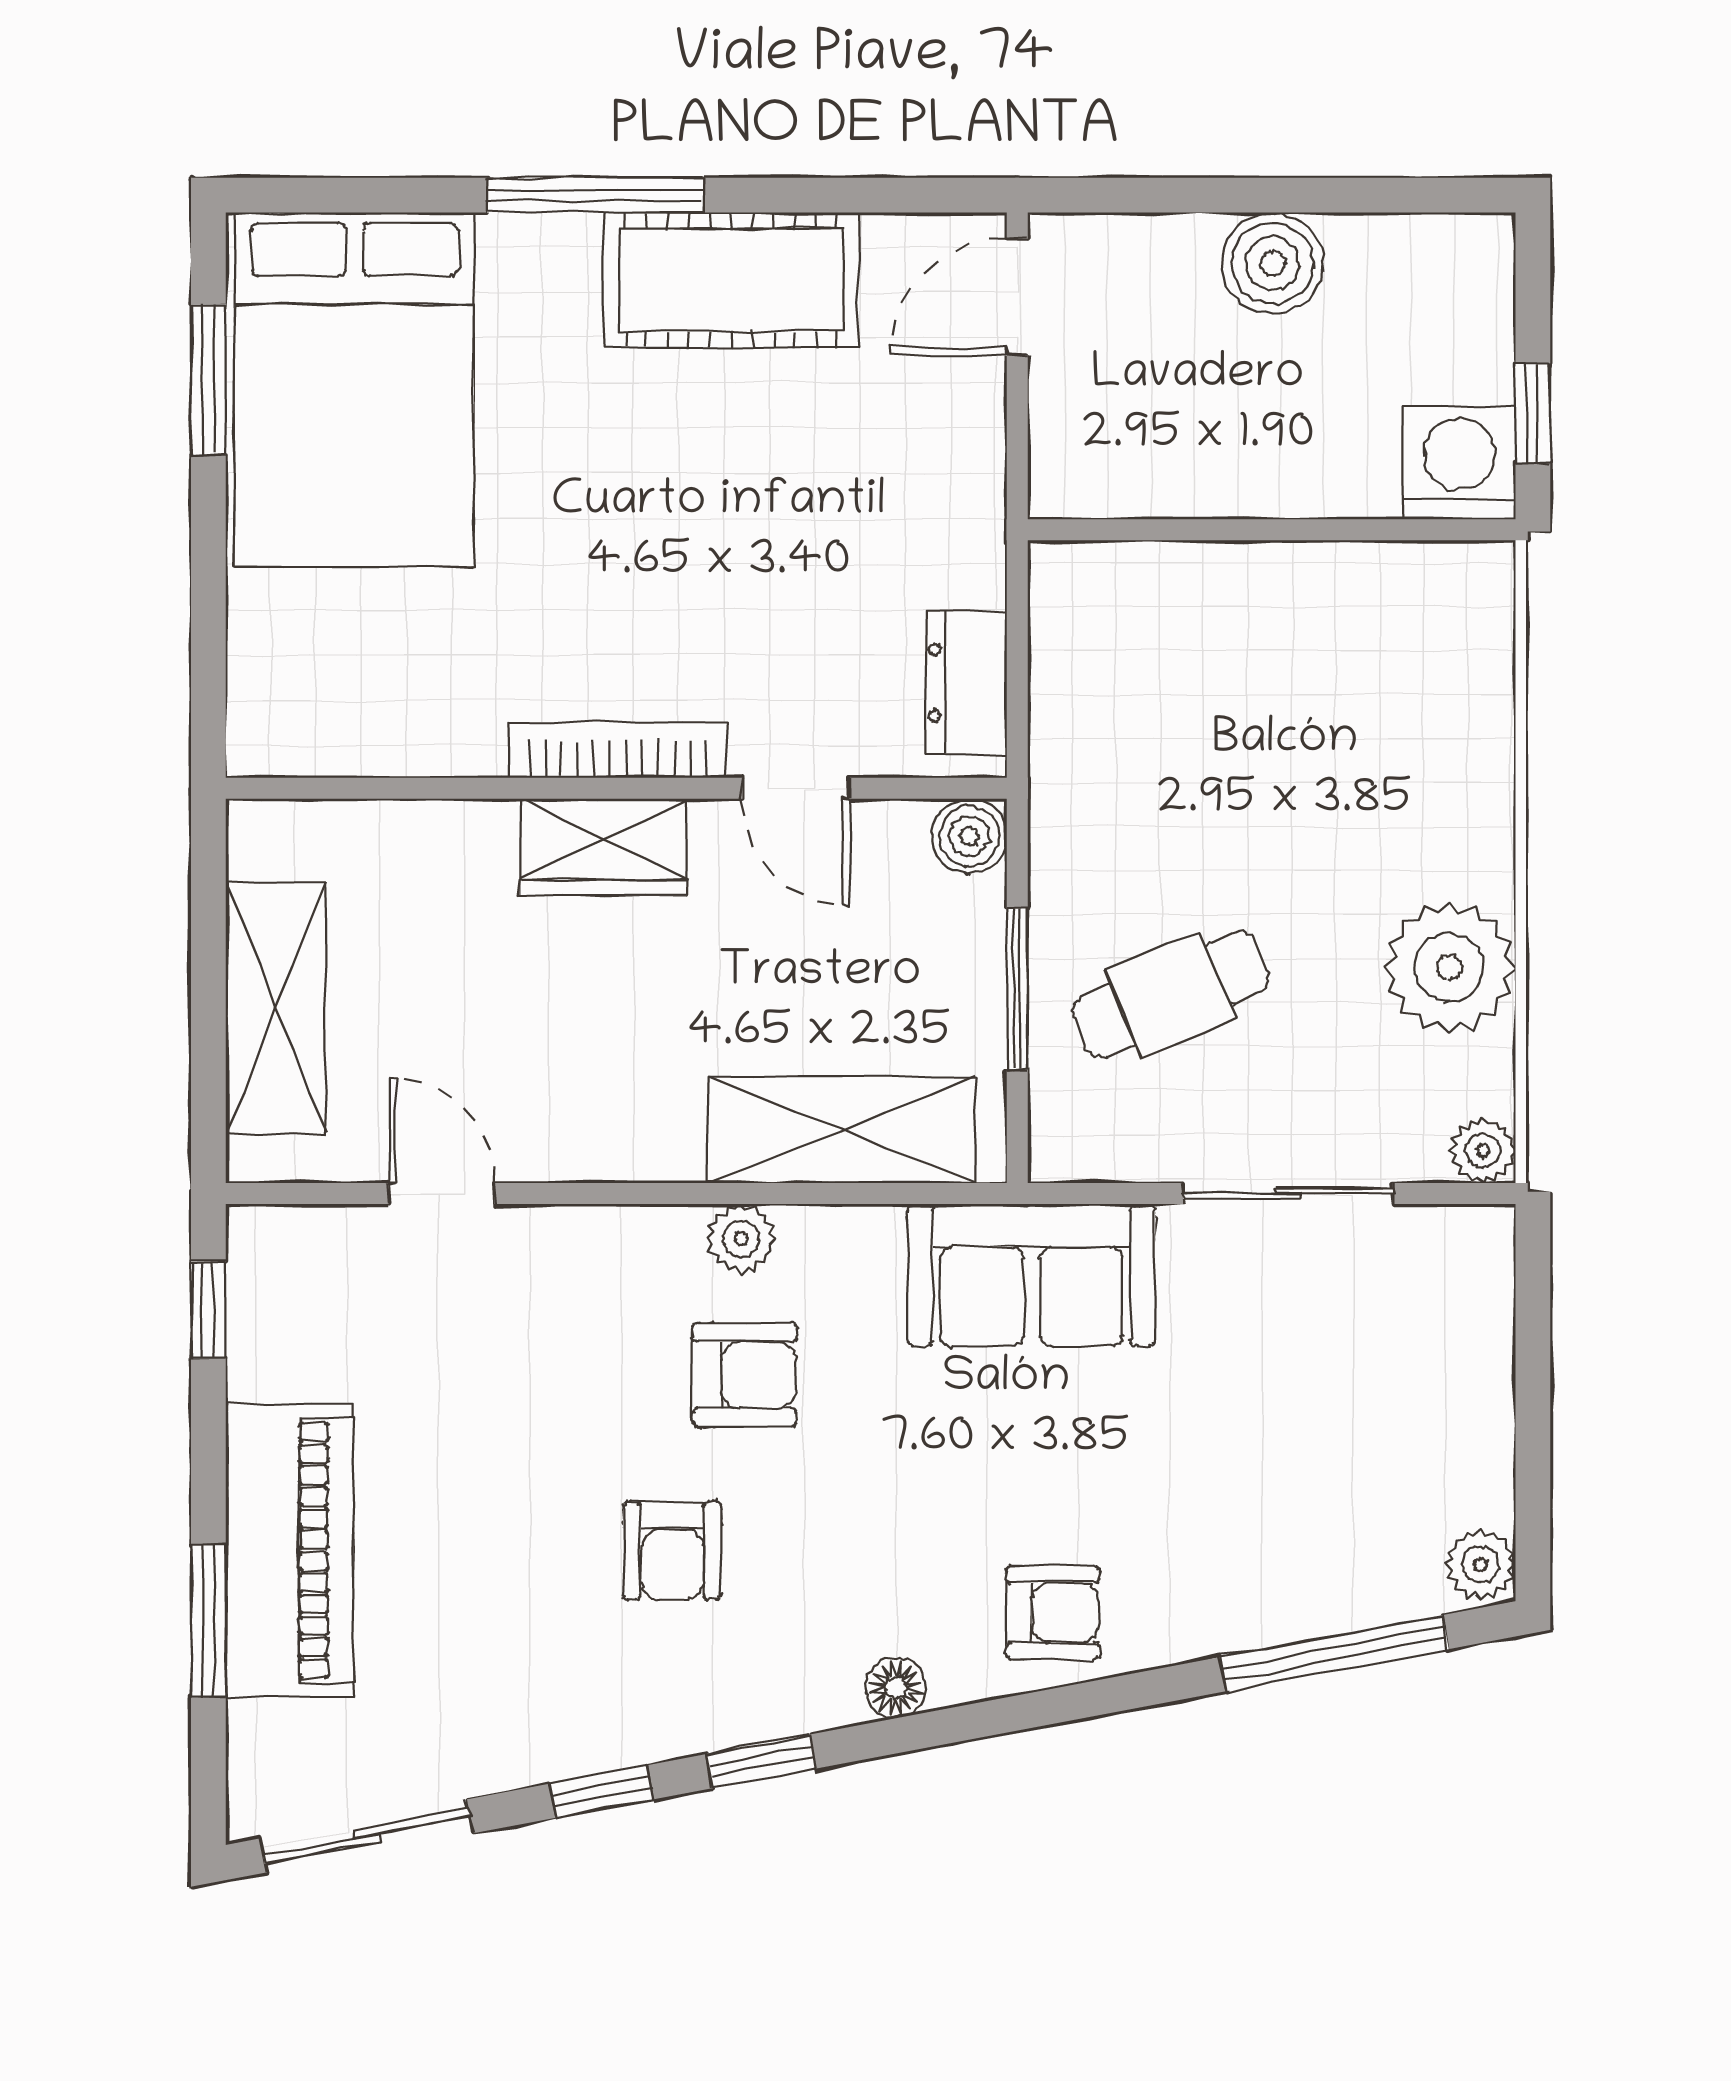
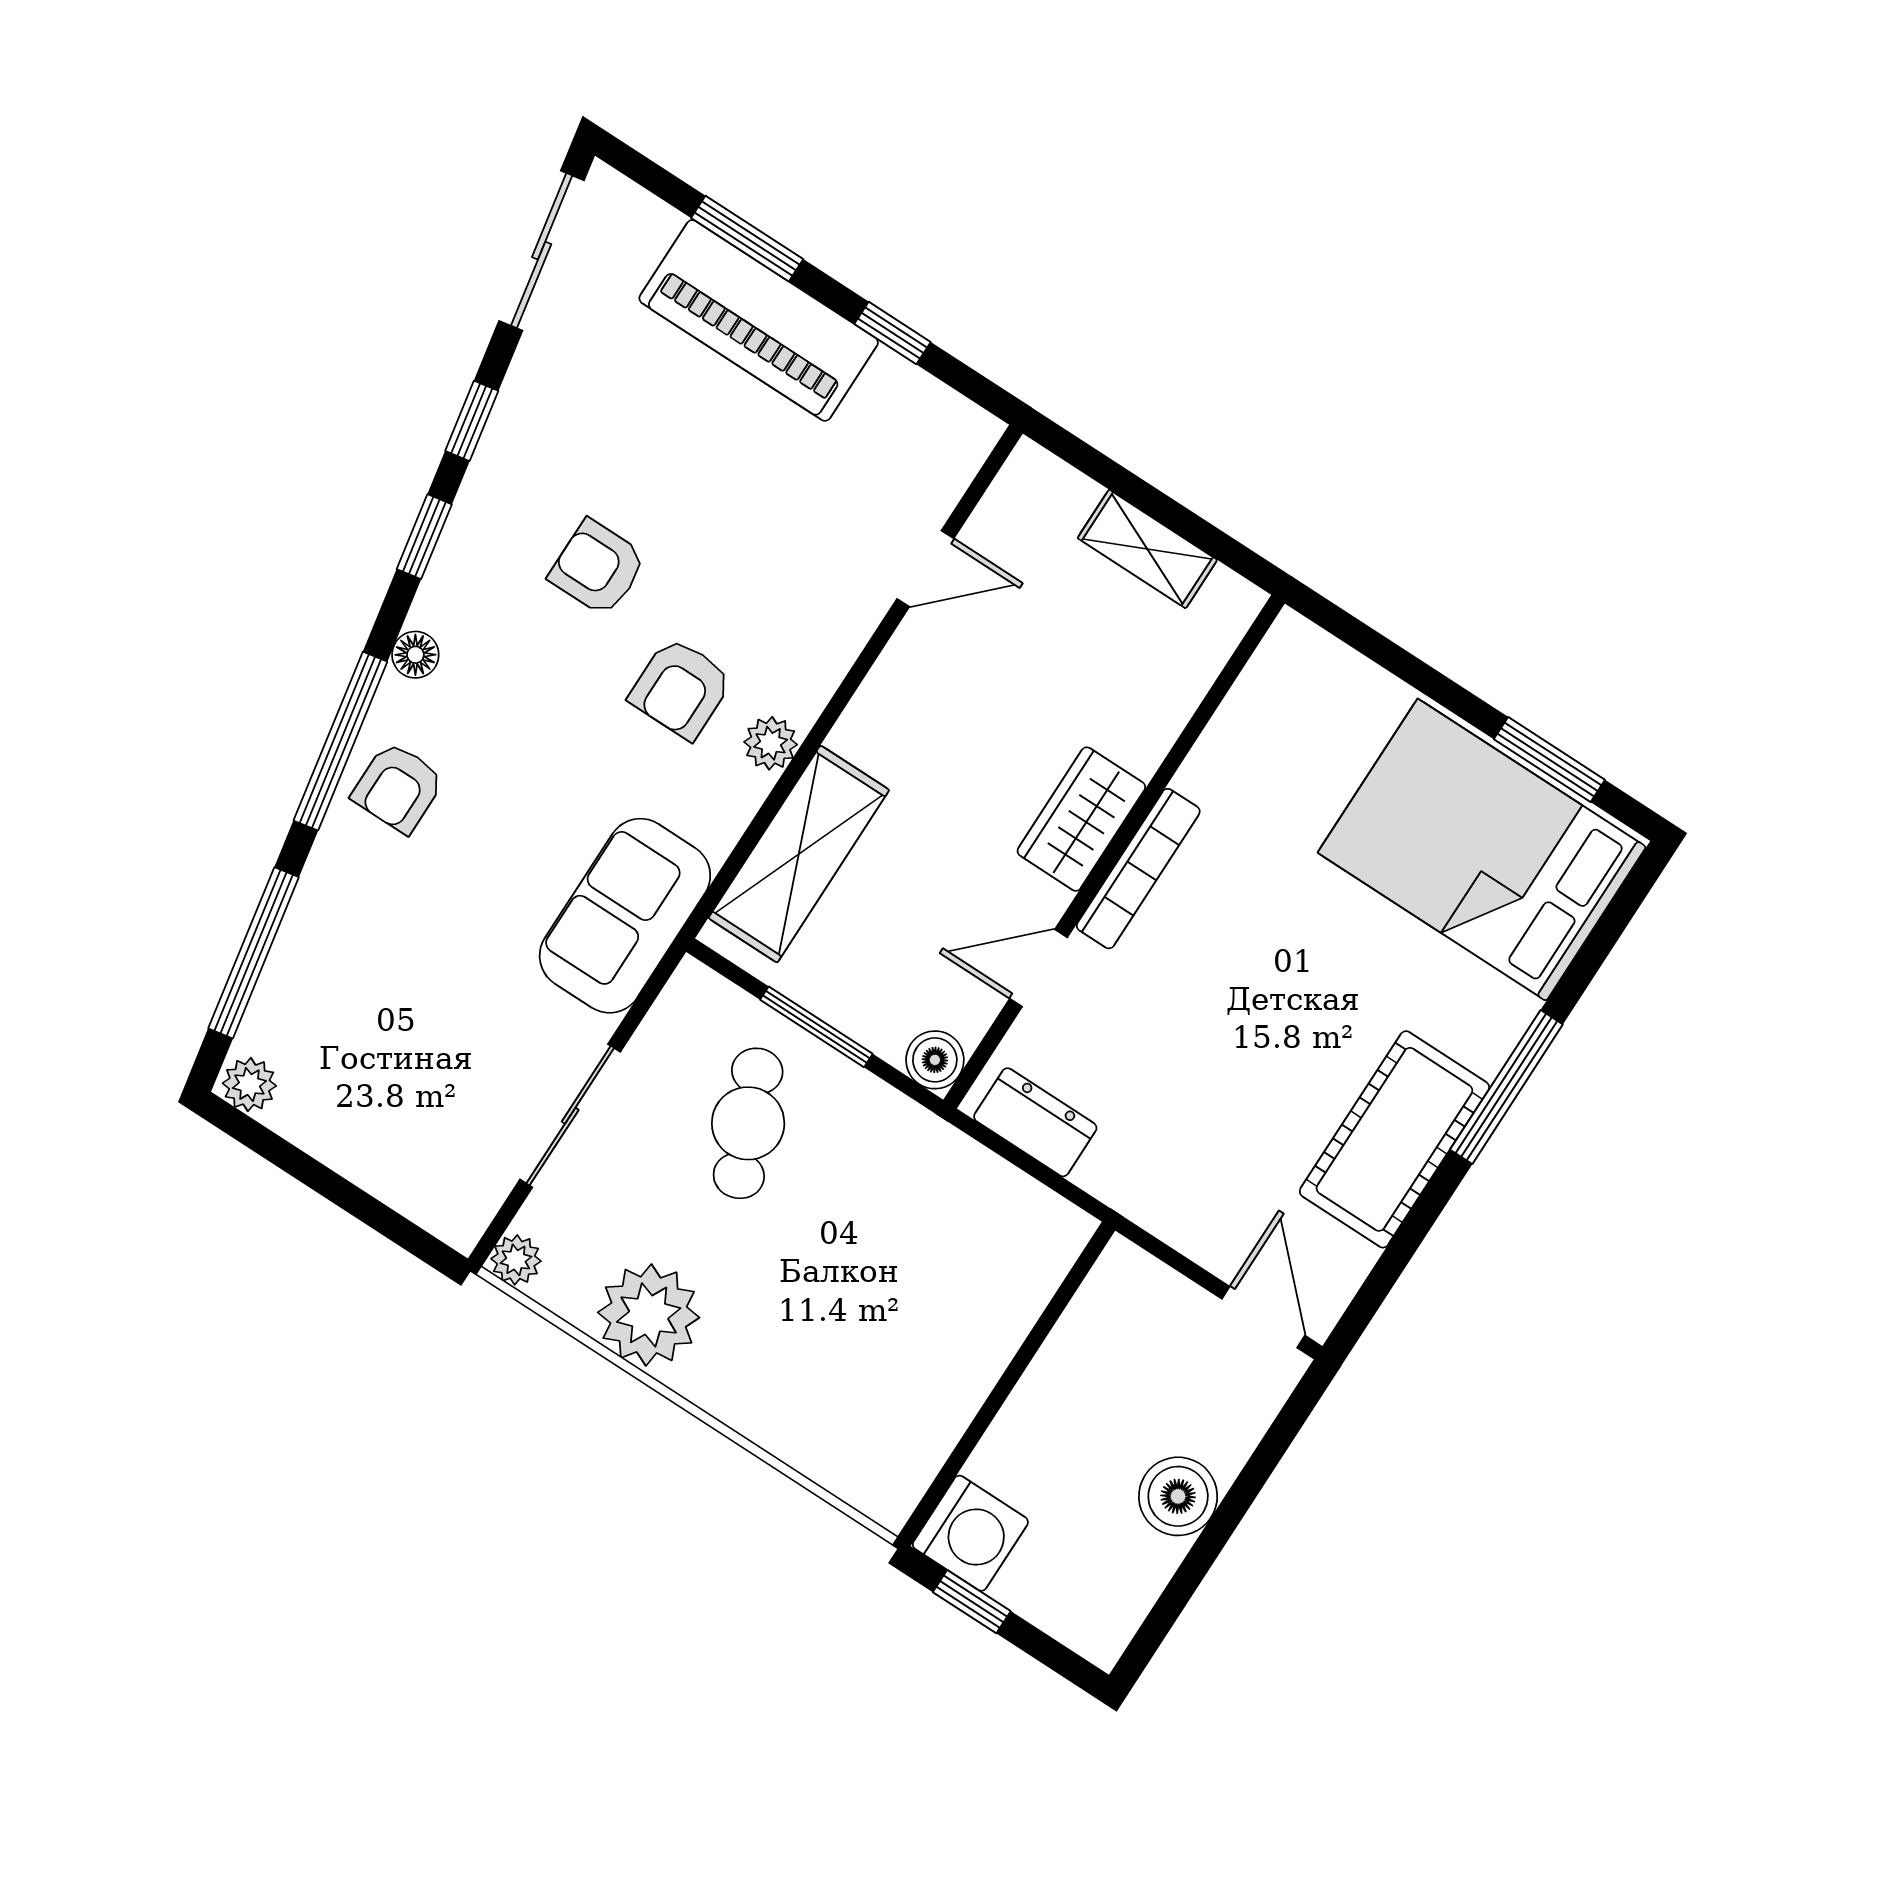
shelving: (276, 1008) -> (1147, 549), width x0.67, depth x0.75
window: (208, 1310) -> (892, 333), moved
window: (1043, 1708) -> (340, 741), added

